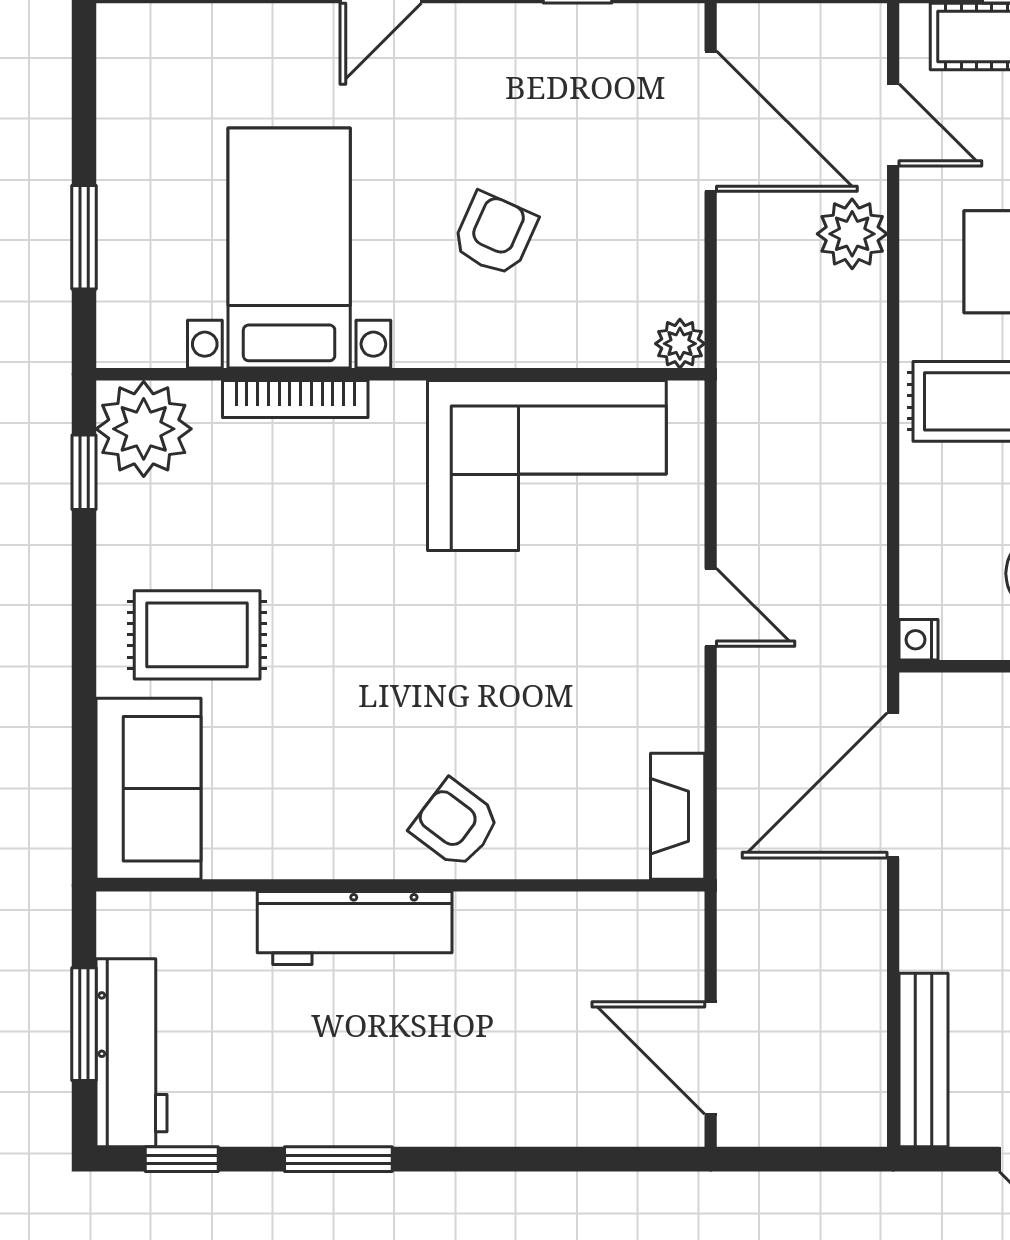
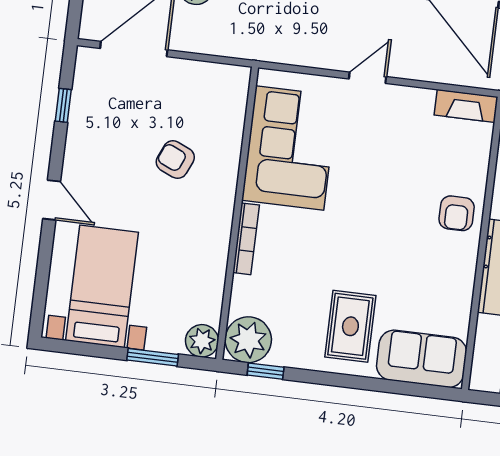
bed with nightstands: (289, 248) -> (102, 286), moved, turned 90
plant: (680, 344) -> (202, 341), moved, width x1.38, depth x1.38
bookcase: (295, 399) -> (246, 239), moved
armchair: (455, 824) -> (457, 213), turned -37

